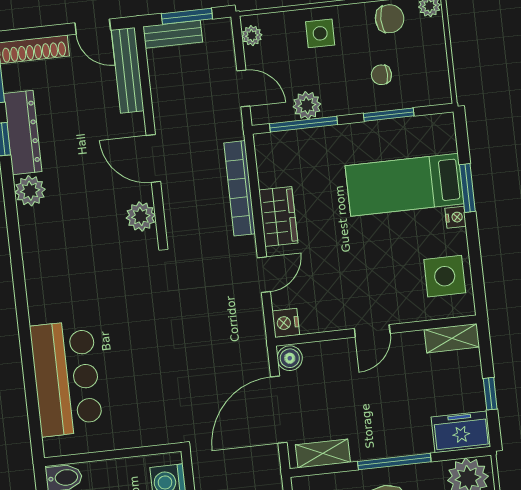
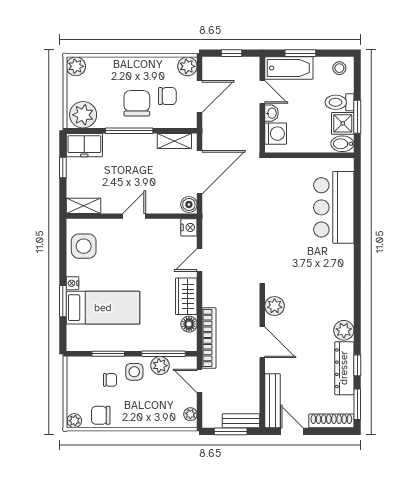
side table: (320, 33) -> (134, 372), moved
floor lamp: (269, 174) -> (189, 324), added
bookcase: (240, 188) -> (209, 338), moved

